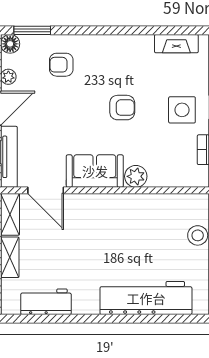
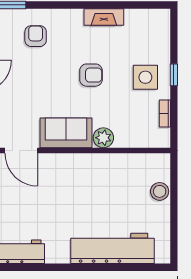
fireplace: (176, 44) -> (104, 17), moved
armchair: (61, 65) -> (36, 36), turned 90

